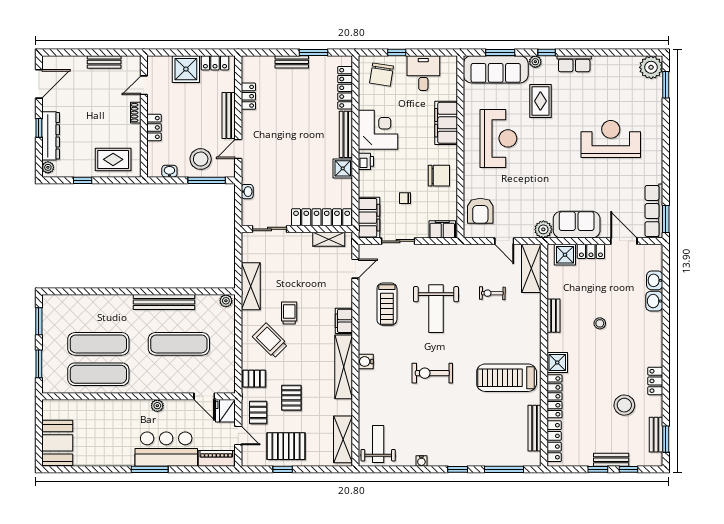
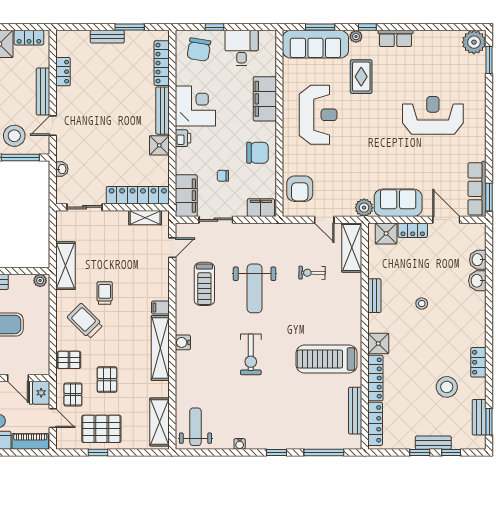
filing cabinet: (344, 321) -> (160, 307), width x0.50
exercise bike: (432, 373) -> (251, 354), turned -90

